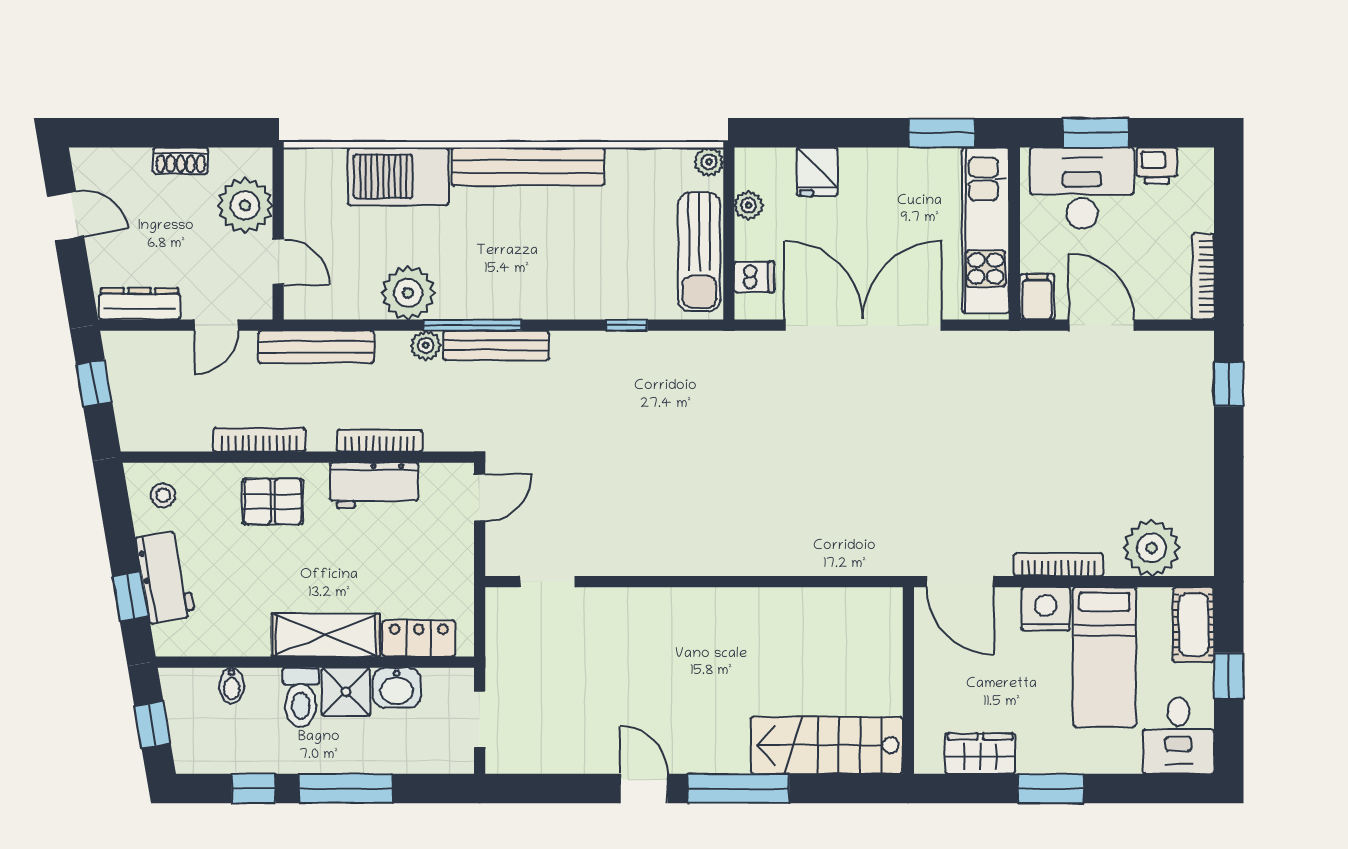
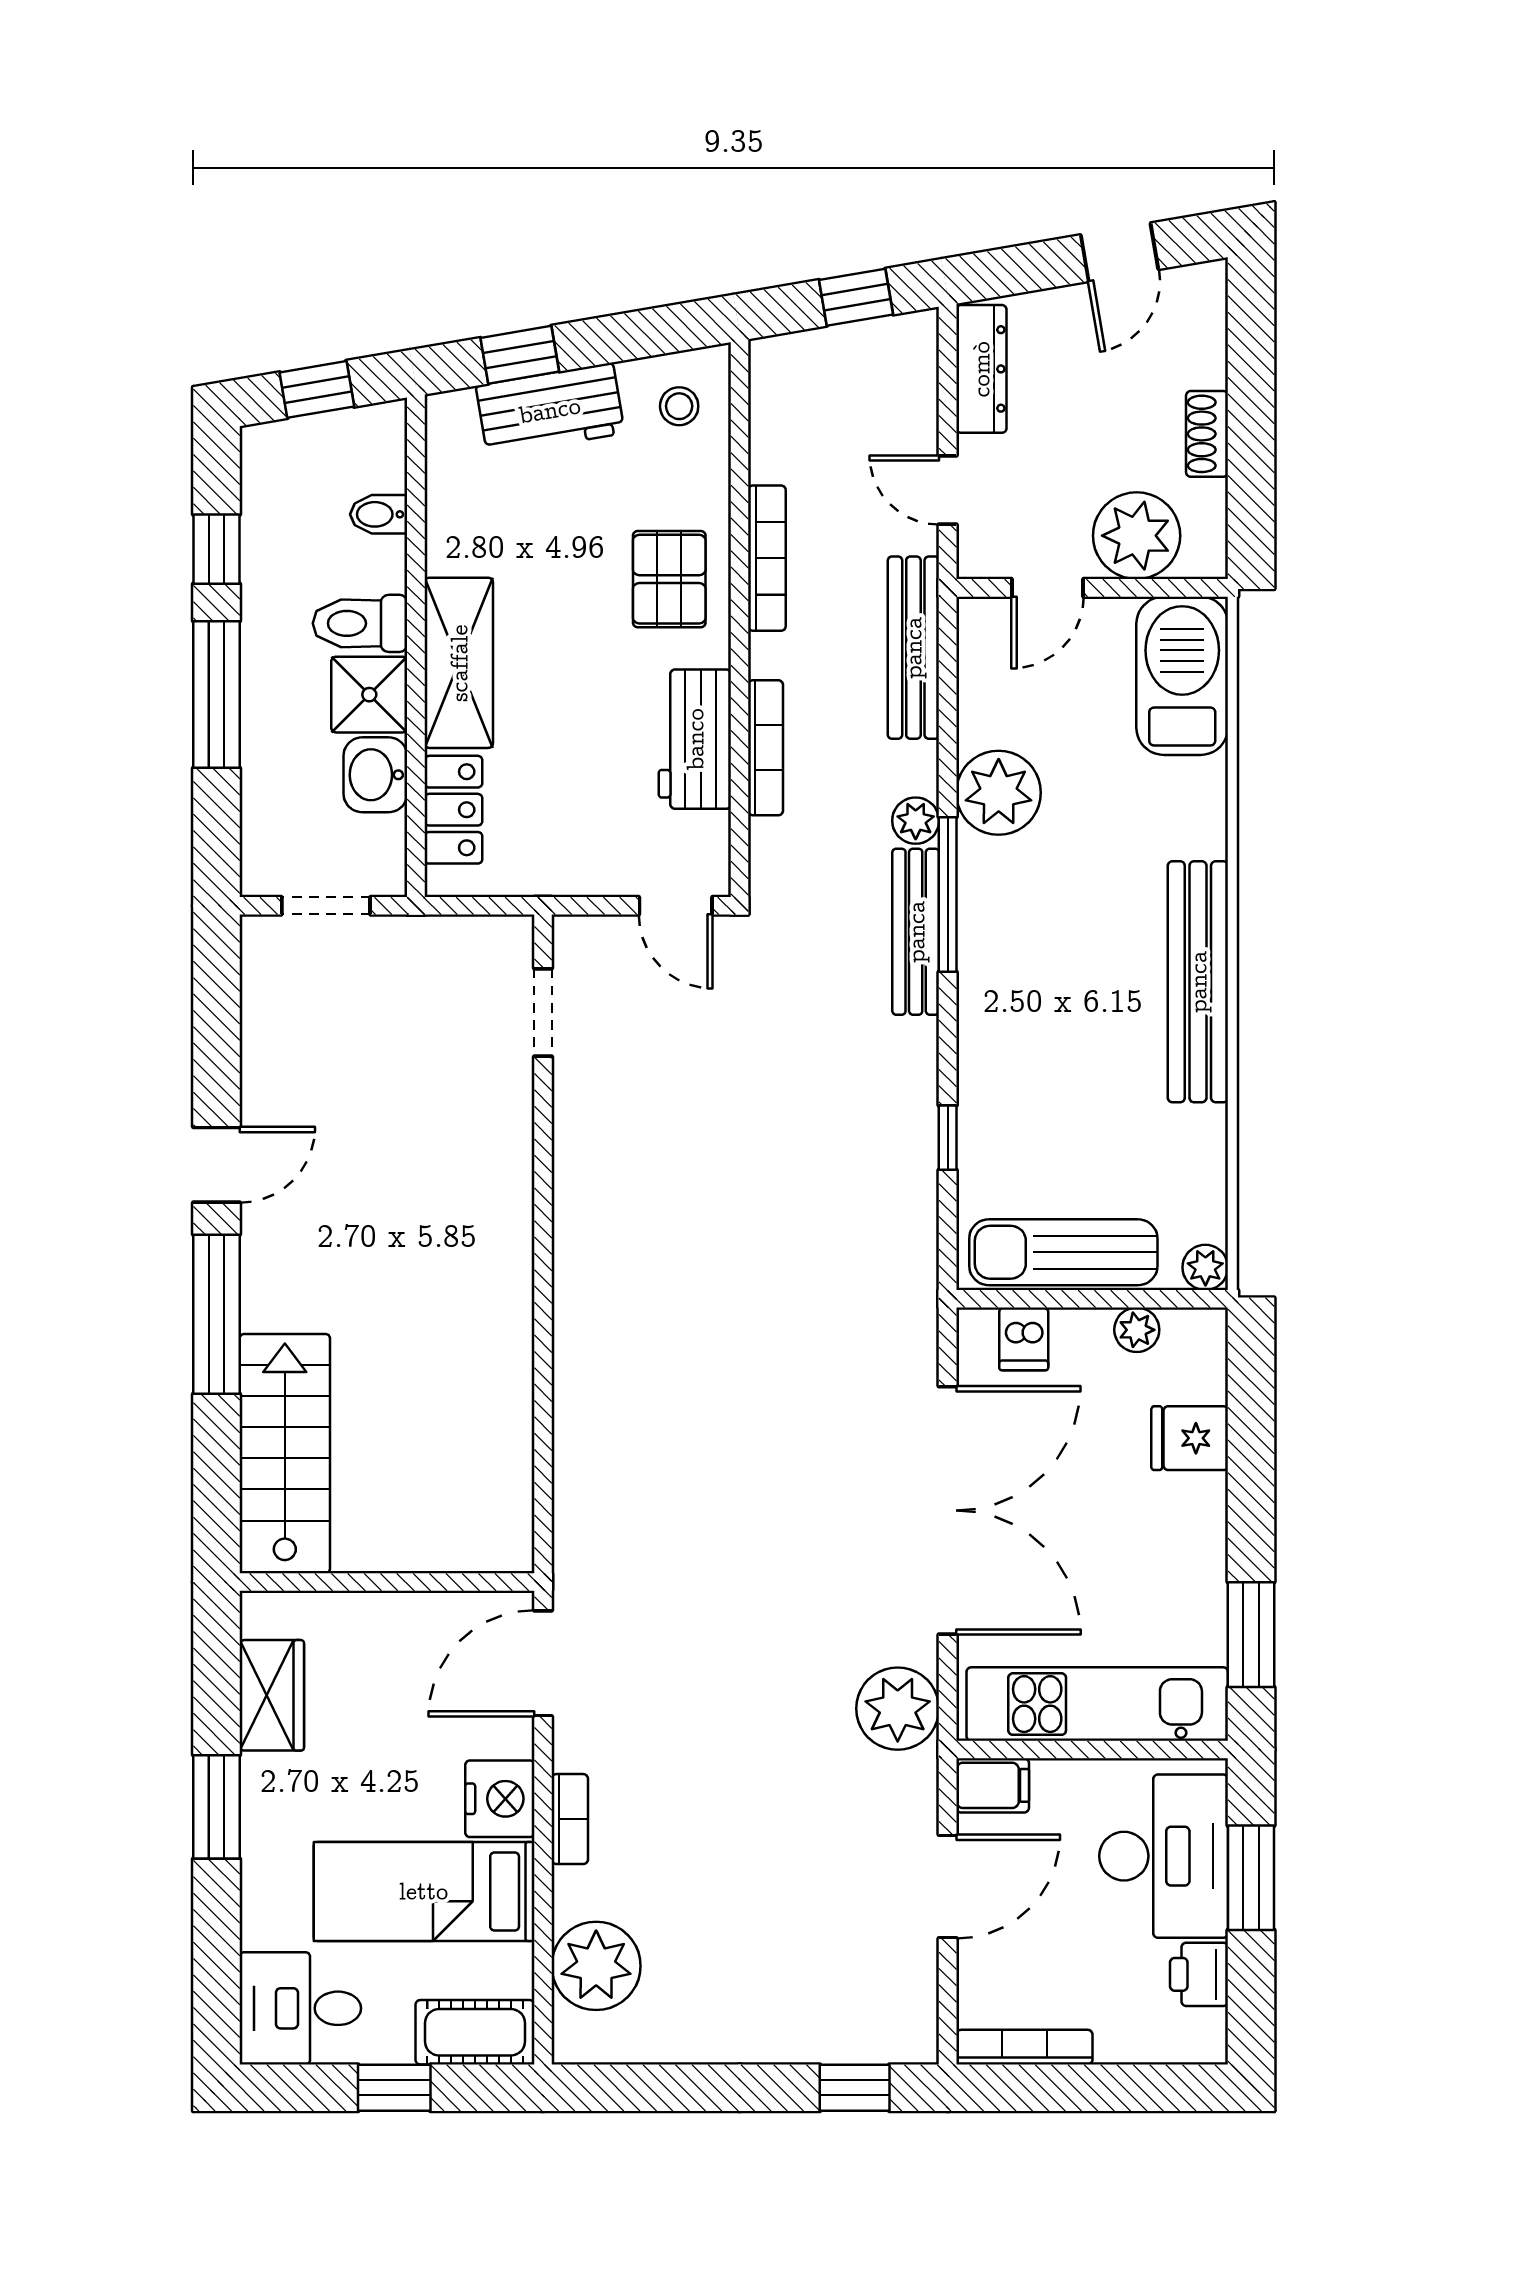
barbecue: (398, 176) -> (1182, 676), moved
plant: (989, 357) -> (898, 1709), added
bookcase: (1059, 565) -> (570, 1819), width x0.64

